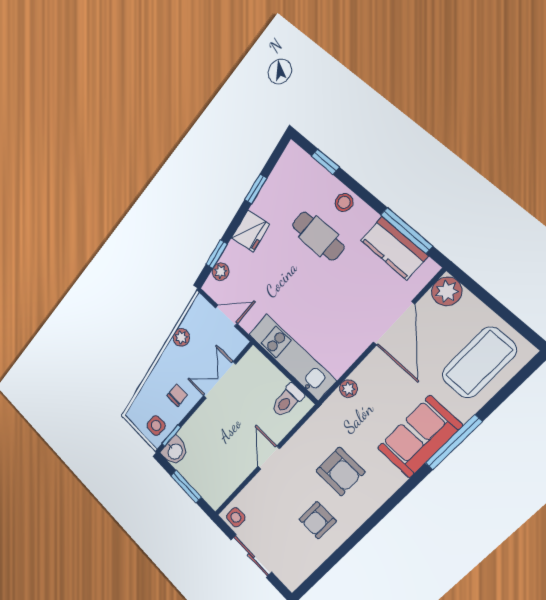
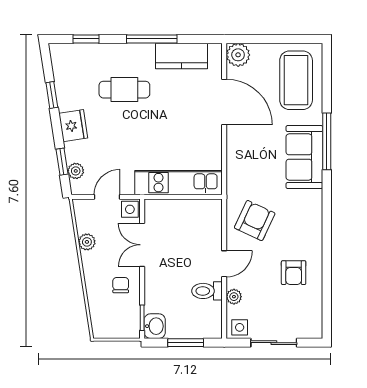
stool: (344, 202) -> (122, 54), removed
window: (407, 230) -> (152, 39), moved
plant: (348, 389) -> (234, 297), moved
toilet: (287, 401) -> (207, 291), moved, turned 90
side table: (156, 425) -> (130, 209), moved
door: (269, 457) -> (224, 264), swing flipped
armchair: (340, 471) -> (255, 221), moved, turned -65

